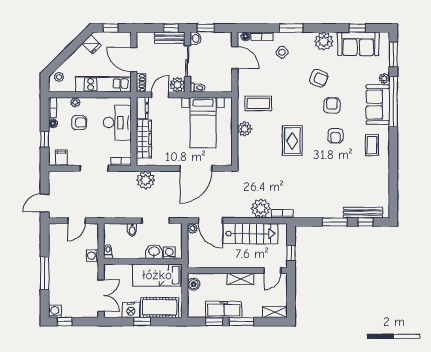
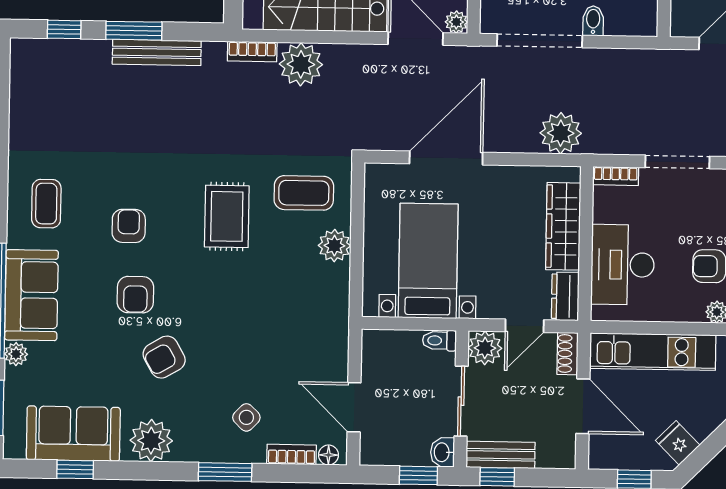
armchair: (319, 78) -> (164, 357), turned -51
coffee table: (258, 103) -> (304, 193), moved
bench: (363, 213) -> (157, 52), moved
doorway: (156, 221) -> (540, 41), width x1.36

